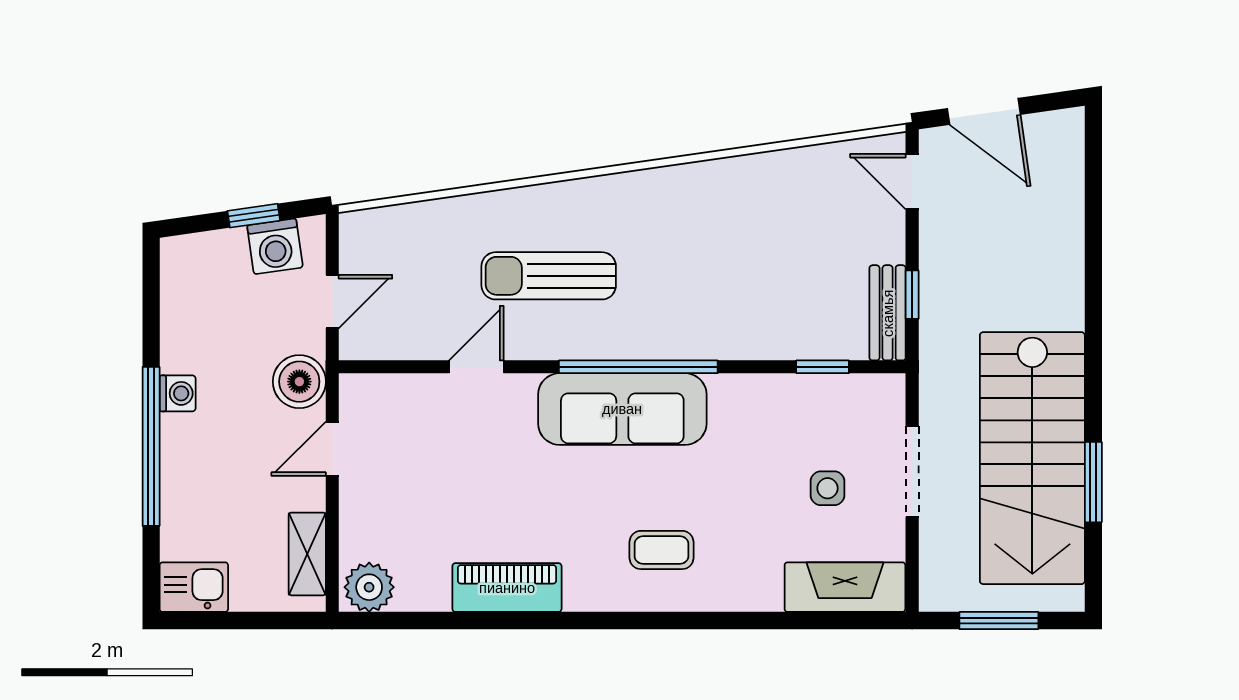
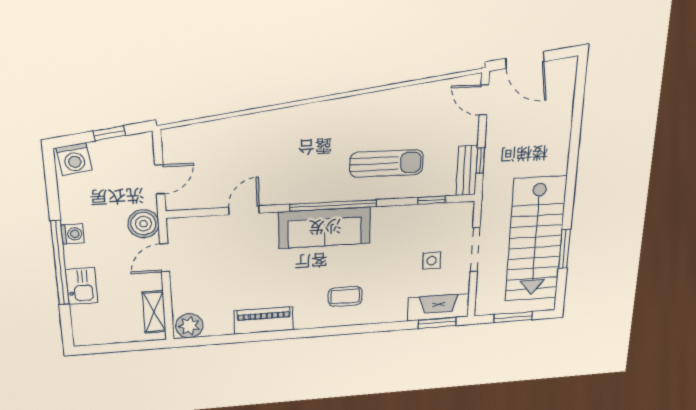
washing machine: (275, 246) -> (74, 159), moved
sun lounger: (549, 276) -> (387, 163), moved, turned 180
kitchen sink: (194, 587) -> (82, 286), moved, turned 90
window: (844, 621) -> (437, 323), added

